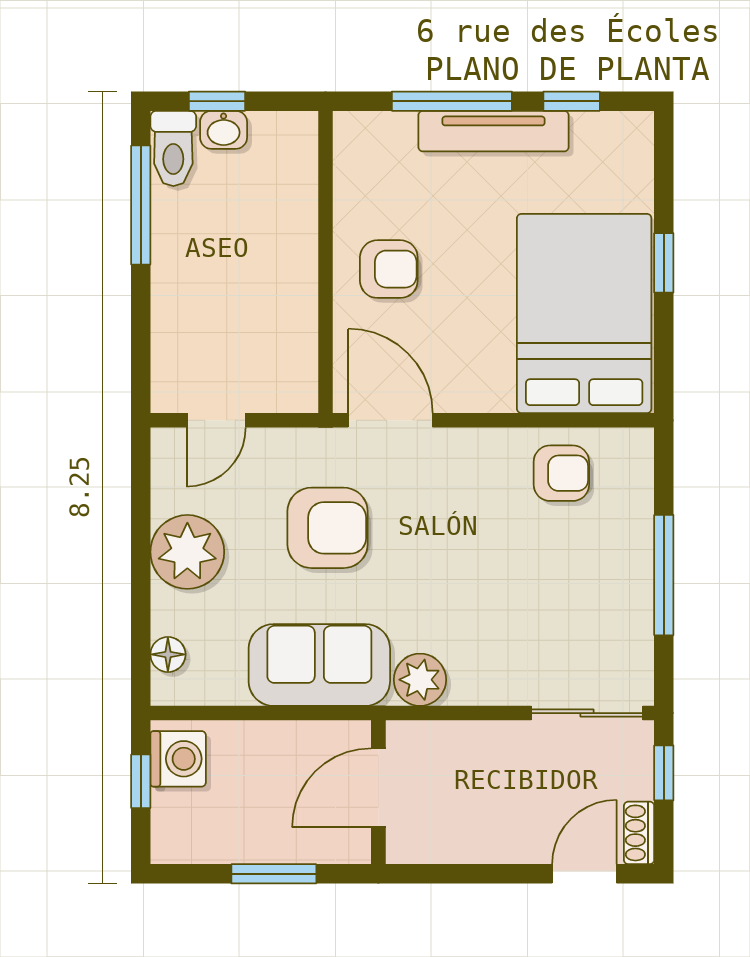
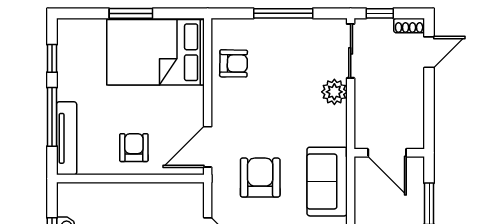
tv unit: (493, 131) -> (67, 138), moved
window: (664, 263) -> (131, 13), width x1.50
armchair: (561, 473) -> (234, 63), turned 91
plant: (420, 680) -> (334, 92), moved
door: (584, 874) -> (429, 52), swing flipped

